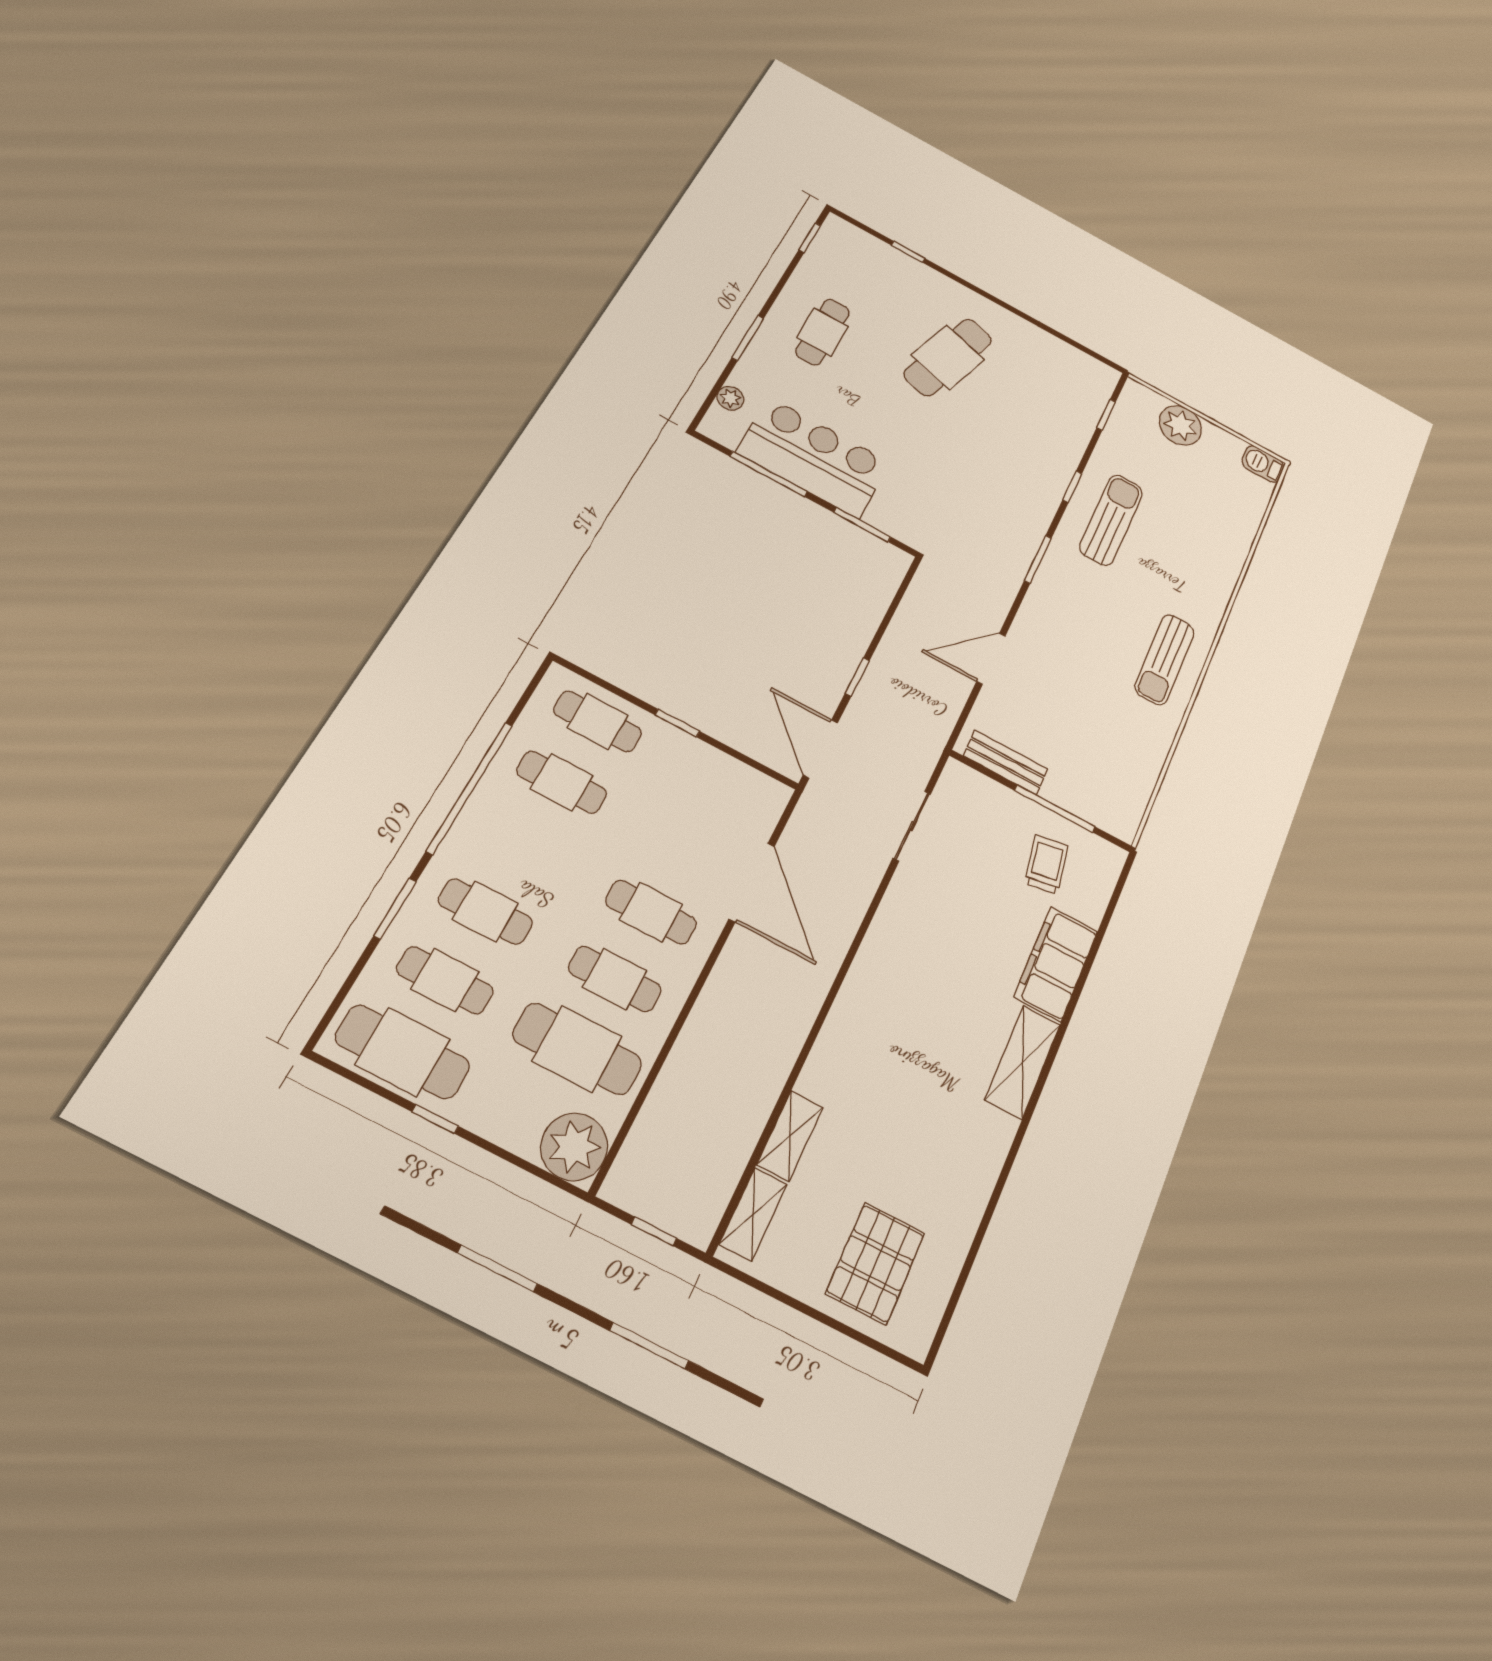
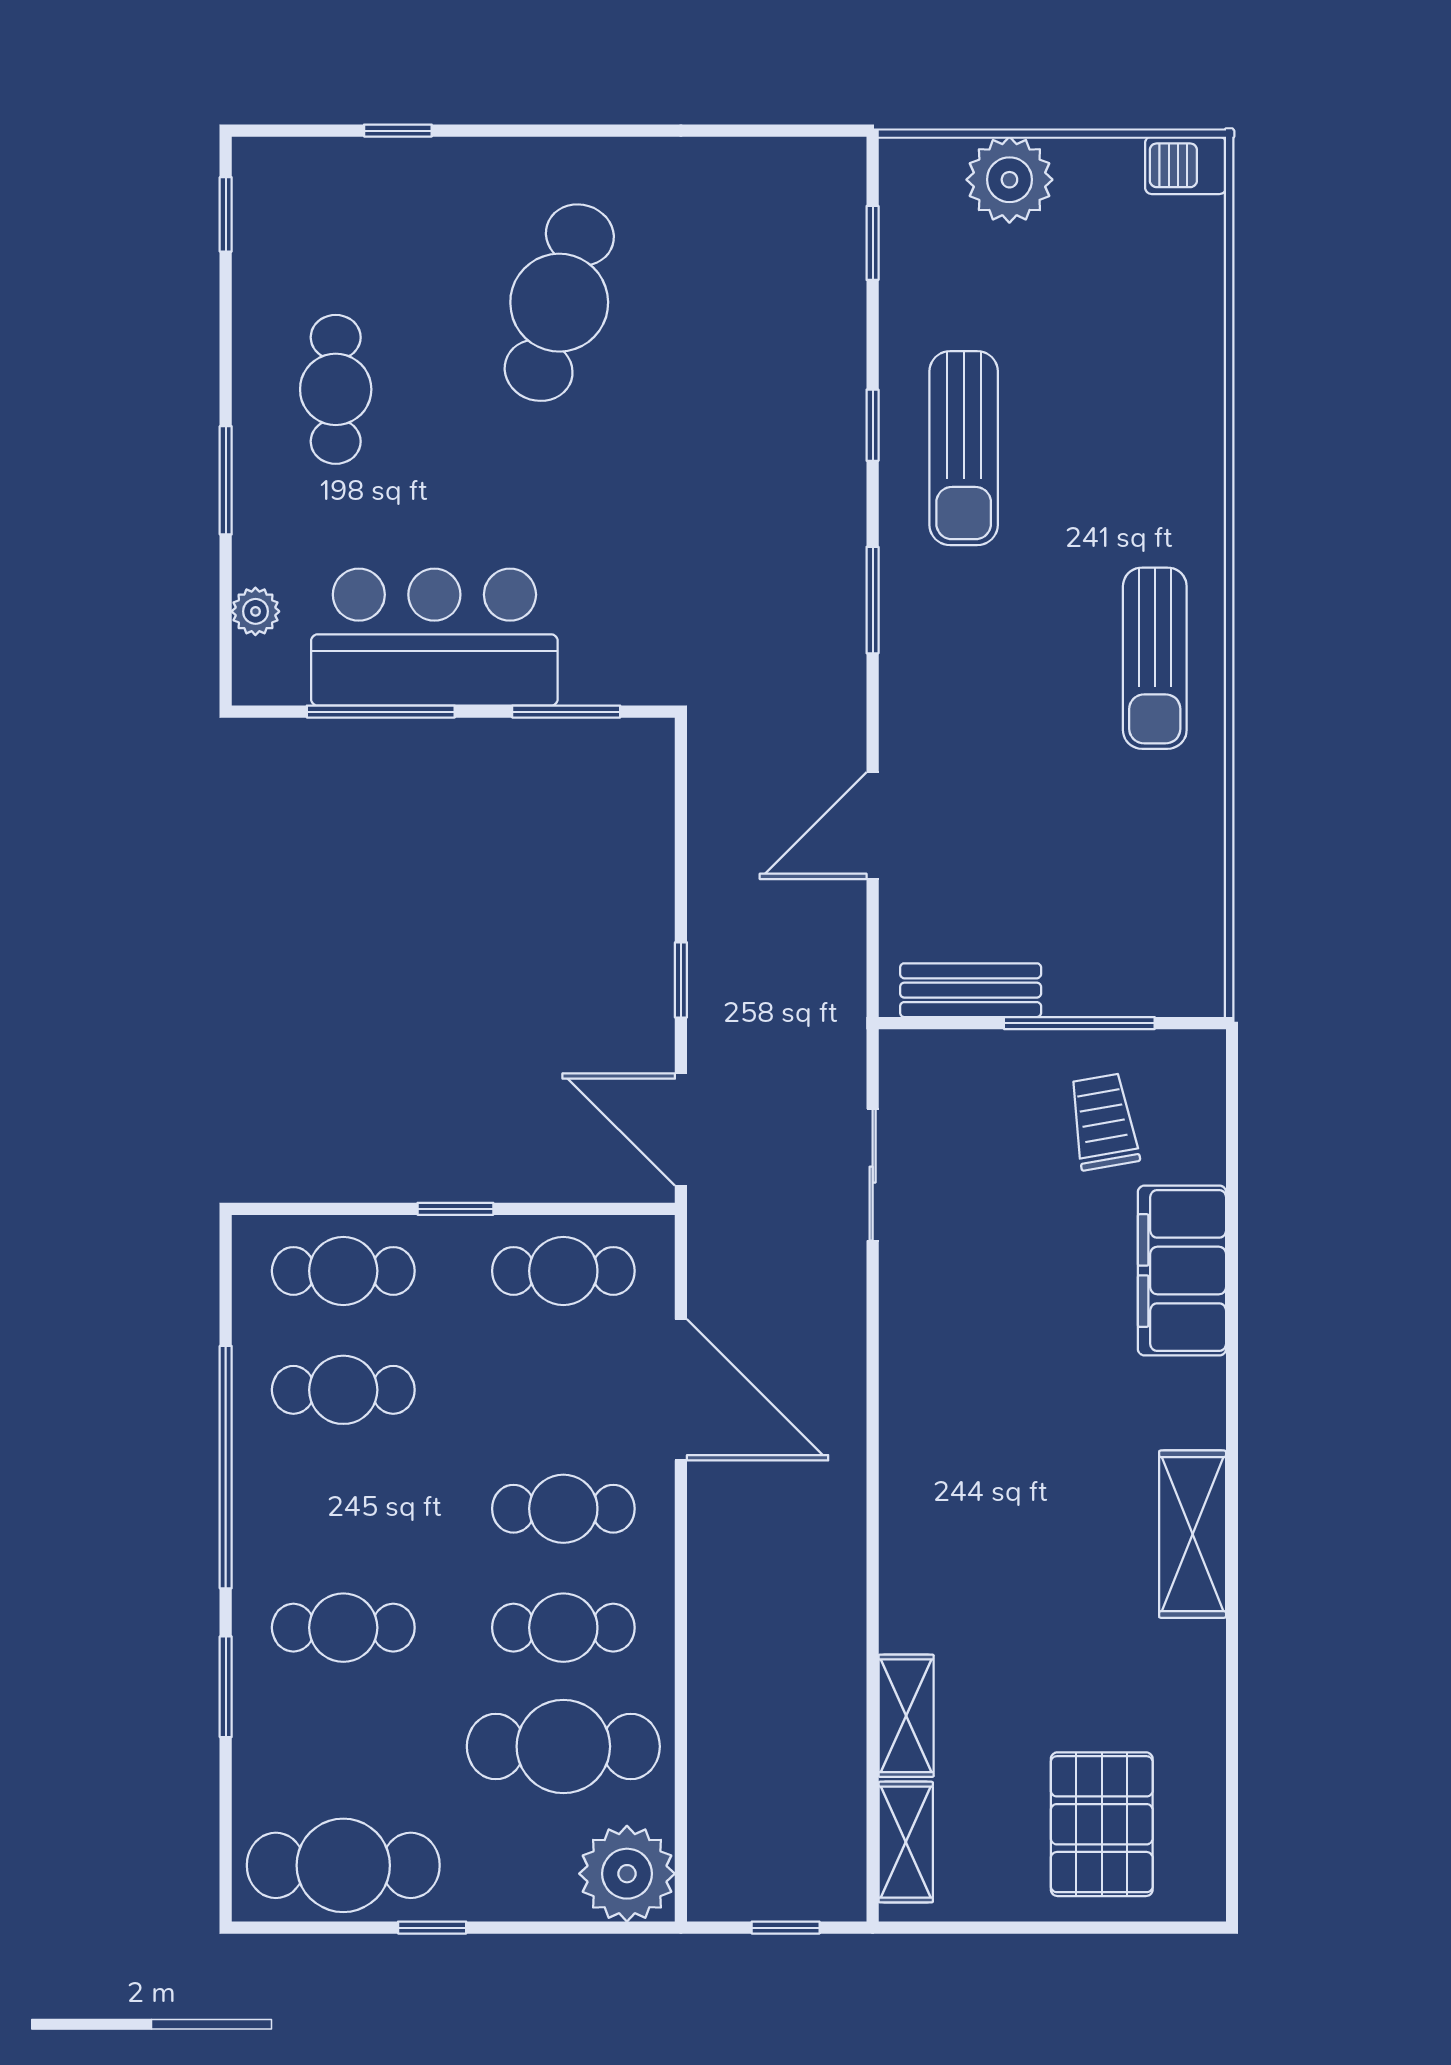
sun lounger: (1111, 520) -> (964, 448), turned 180
cafe table: (445, 980) -> (563, 1271), moved
shelving: (1023, 1062) -> (1193, 1534), moved

